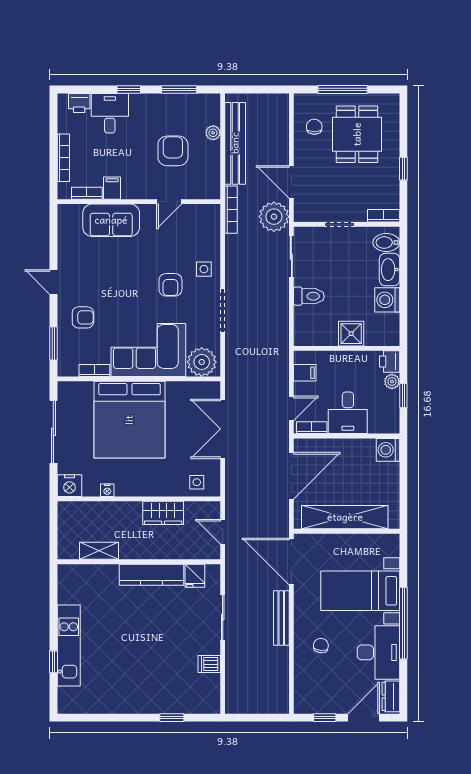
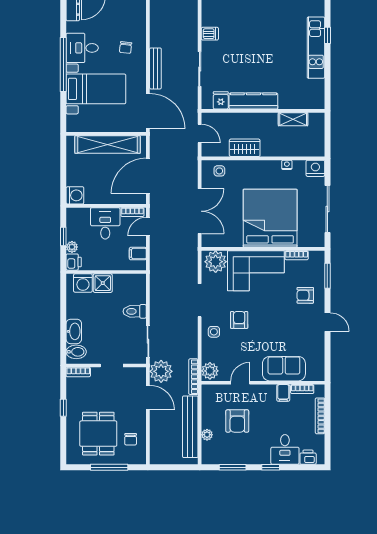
plant: (209, 217) -> (210, 371), added
washing machine: (387, 300) -> (83, 283), moved, turned 90
desk: (378, 652) -> (82, 48), width x0.73

